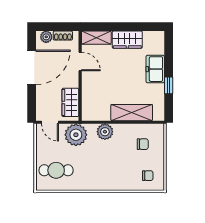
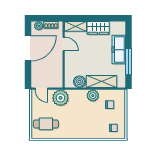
freezer: (155, 69) -> (119, 50), width x1.40
window: (169, 85) -> (129, 62), width x2.17
wardrobe: (70, 102) -> (56, 74), removed
boiler: (102, 113) -> (80, 82), added
plant: (105, 132) -> (93, 96), moved

